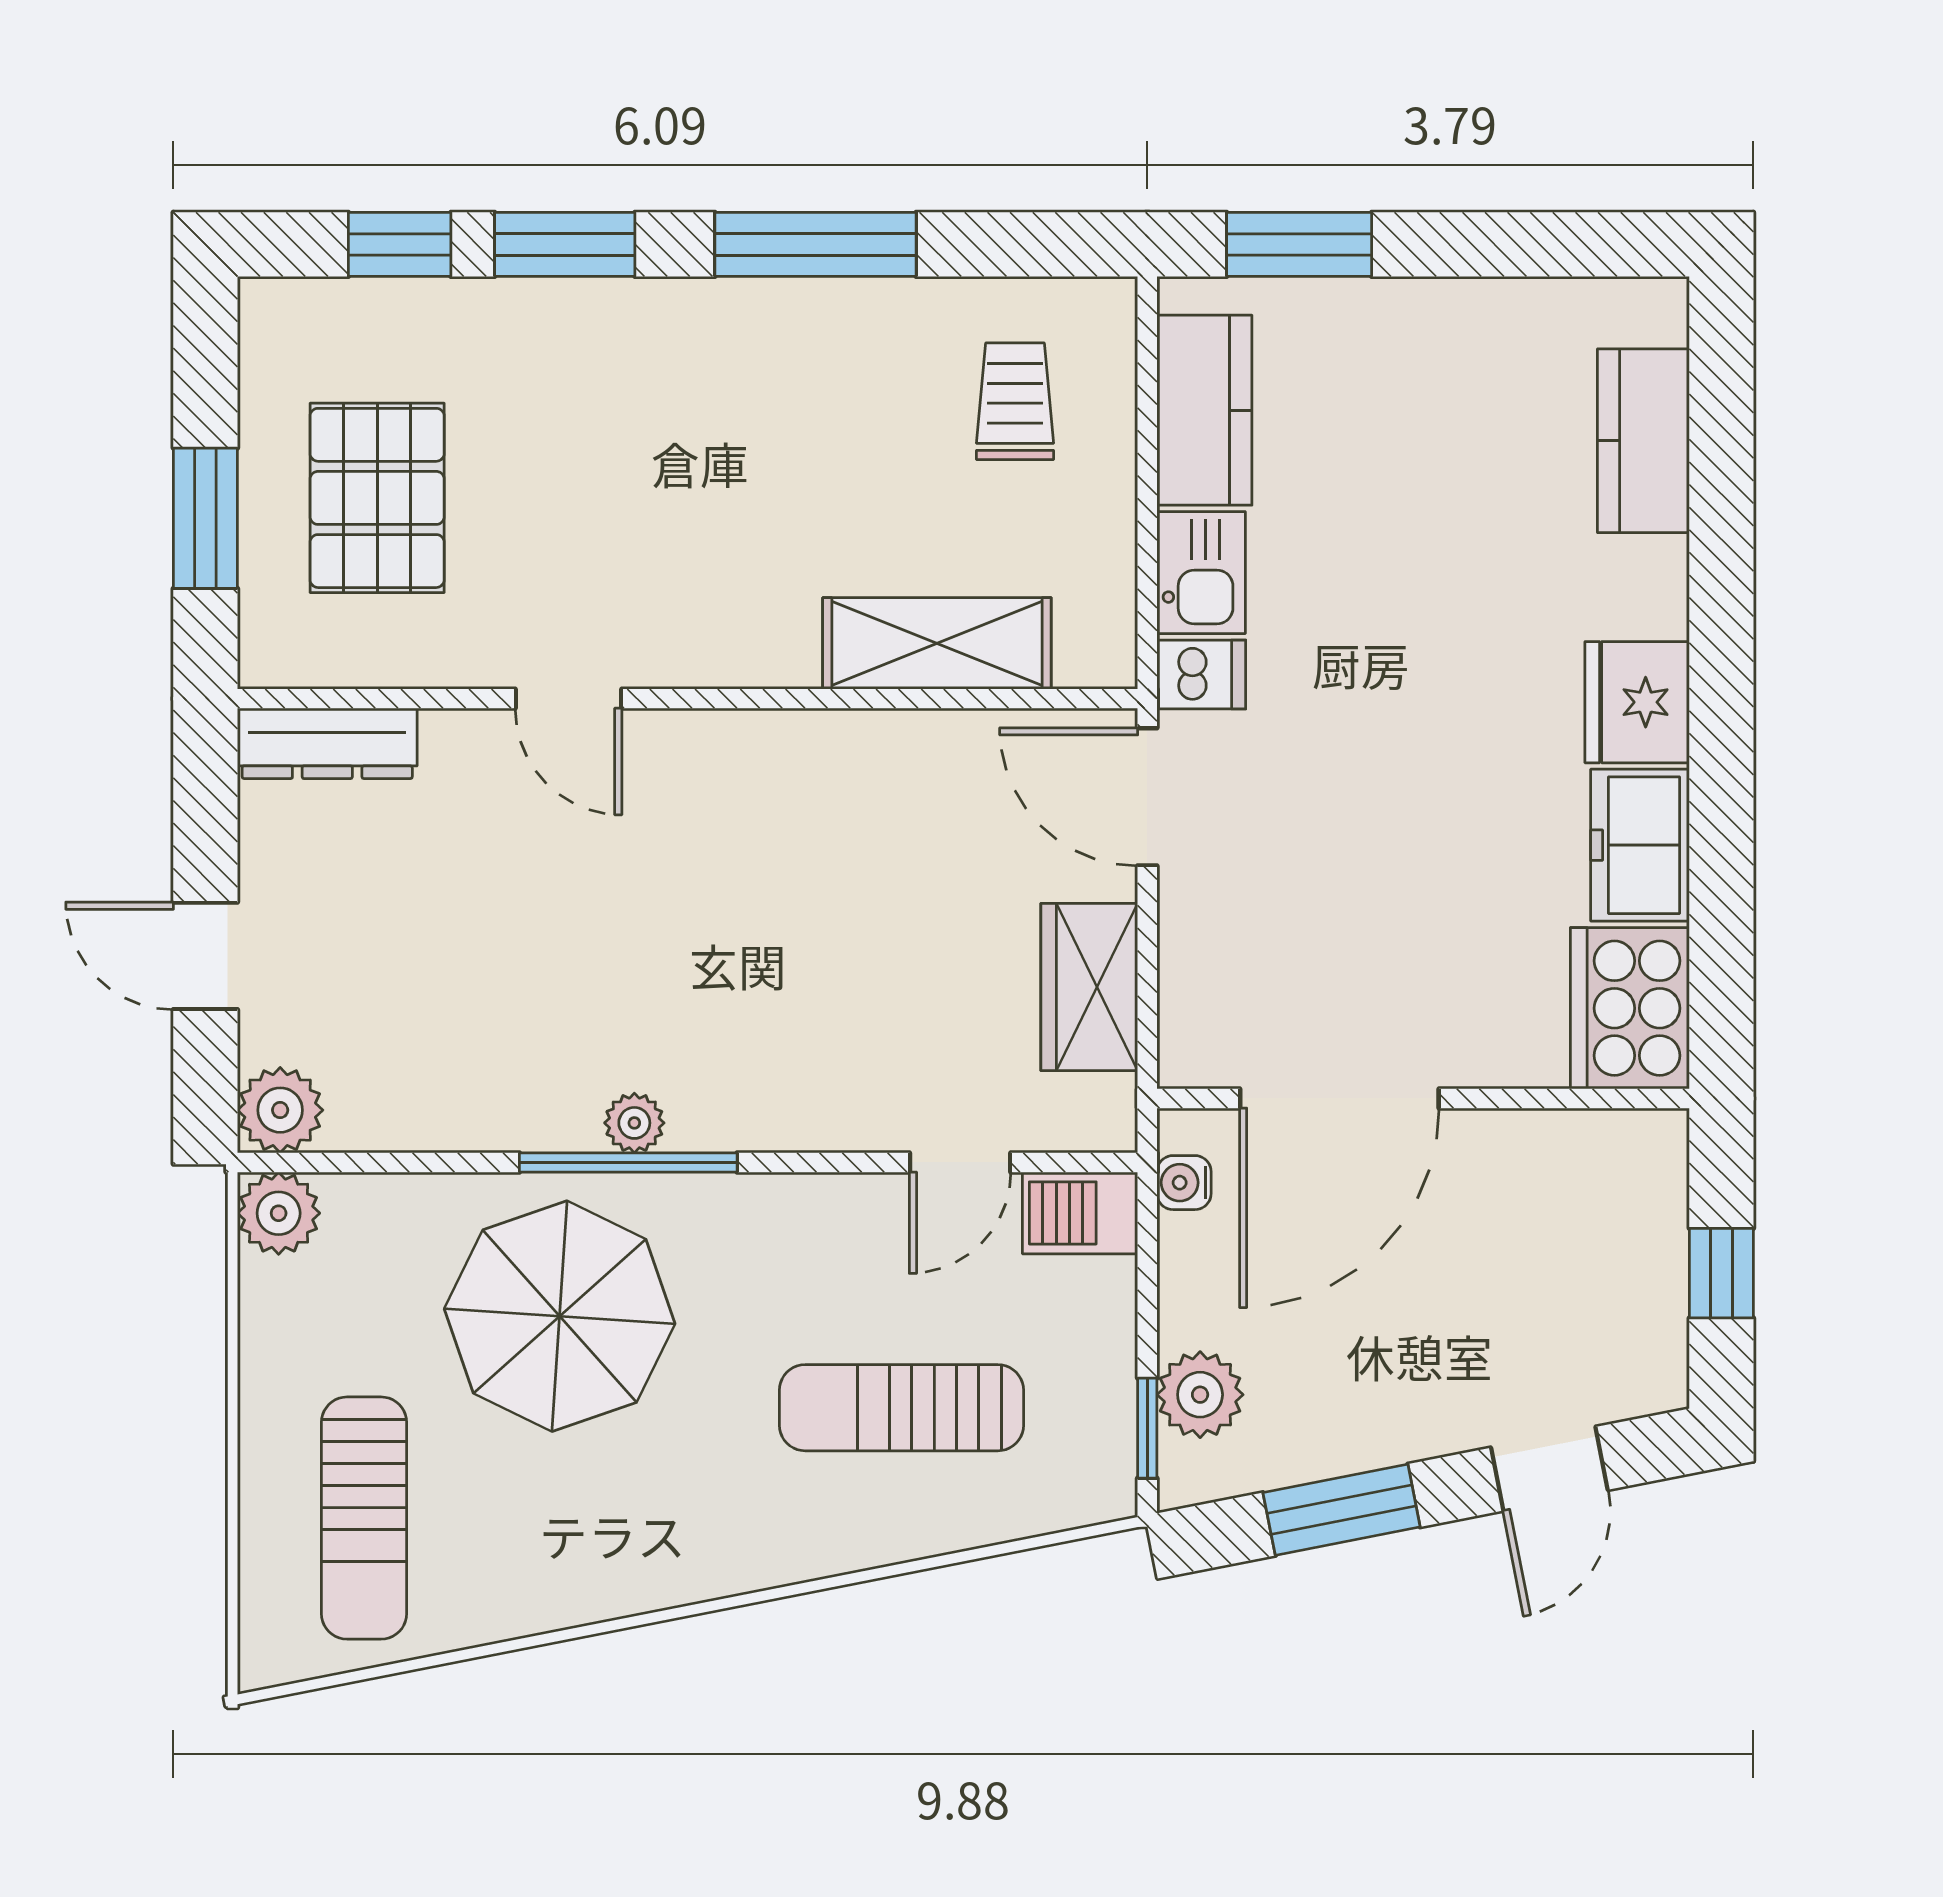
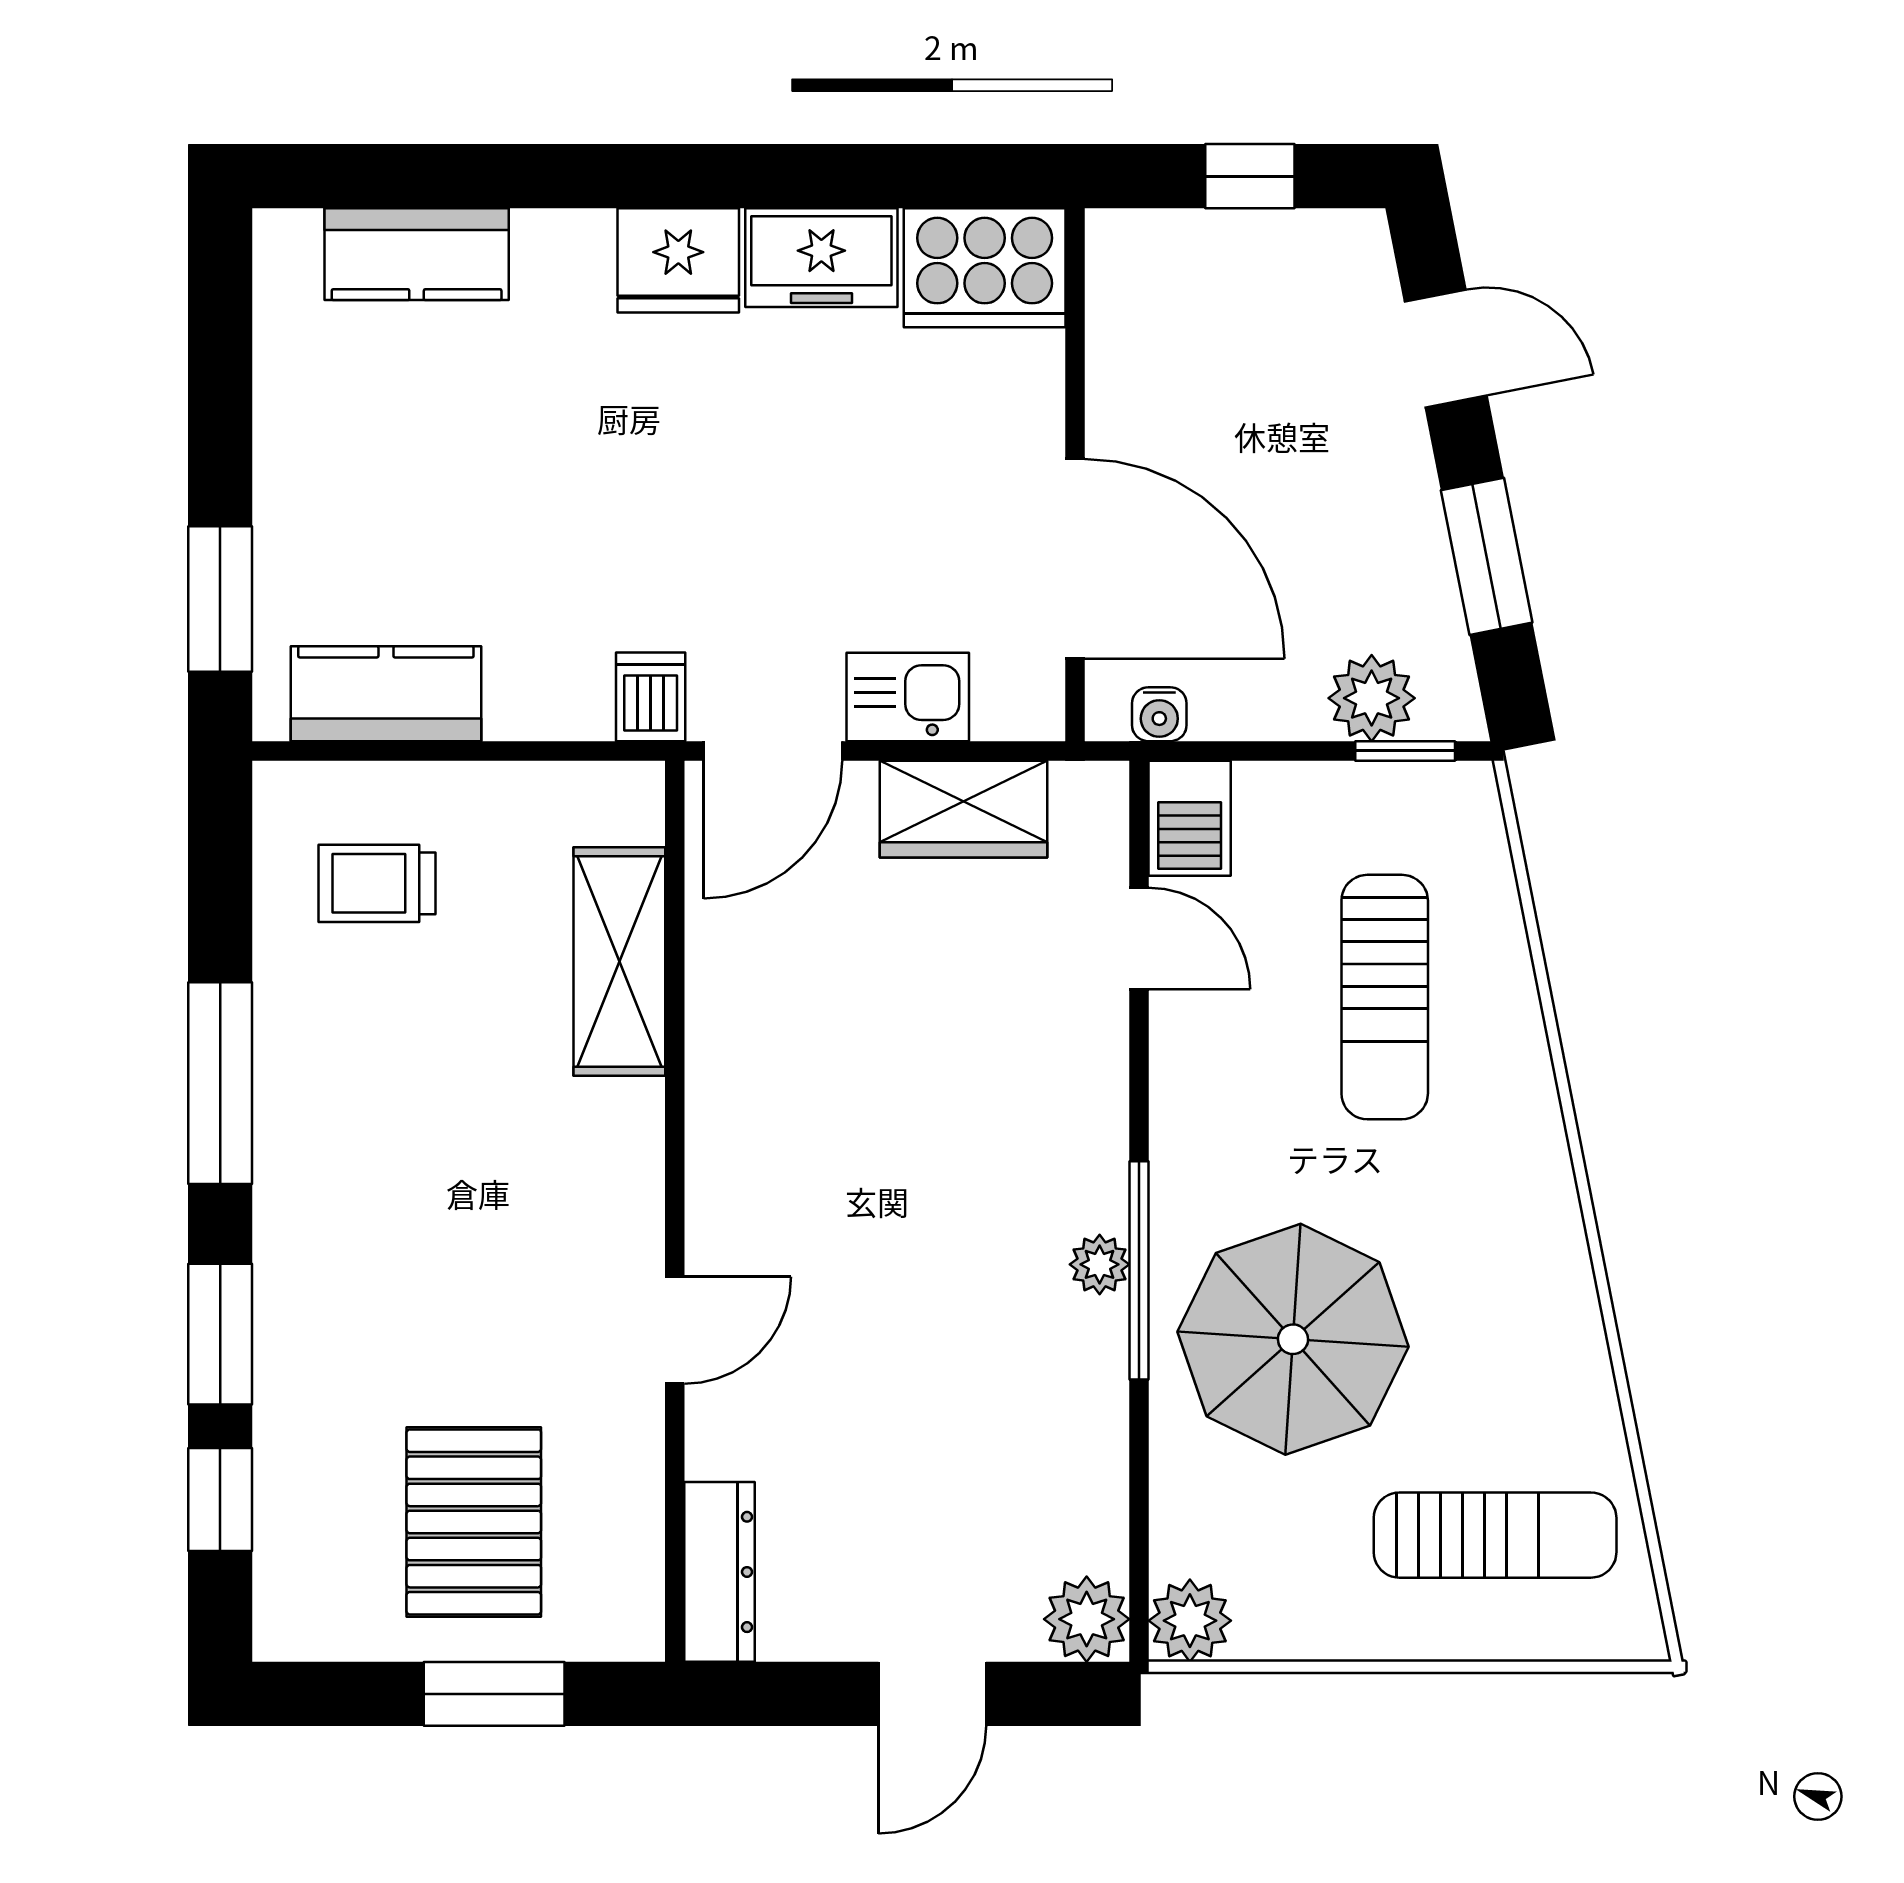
pallet: (377, 498) -> (474, 1522), turned 90
kitchen sink: (1201, 573) -> (908, 697), moved

